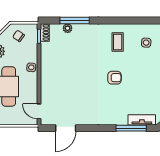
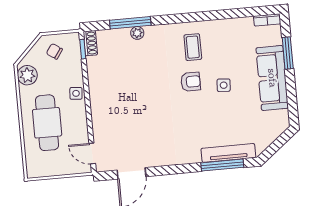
plant: (68, 28) -> (137, 33), moved
side table: (146, 43) -> (224, 85), moved
armchair: (114, 78) -> (191, 82), moved
tv unit: (142, 120) -> (228, 153), width x1.41

